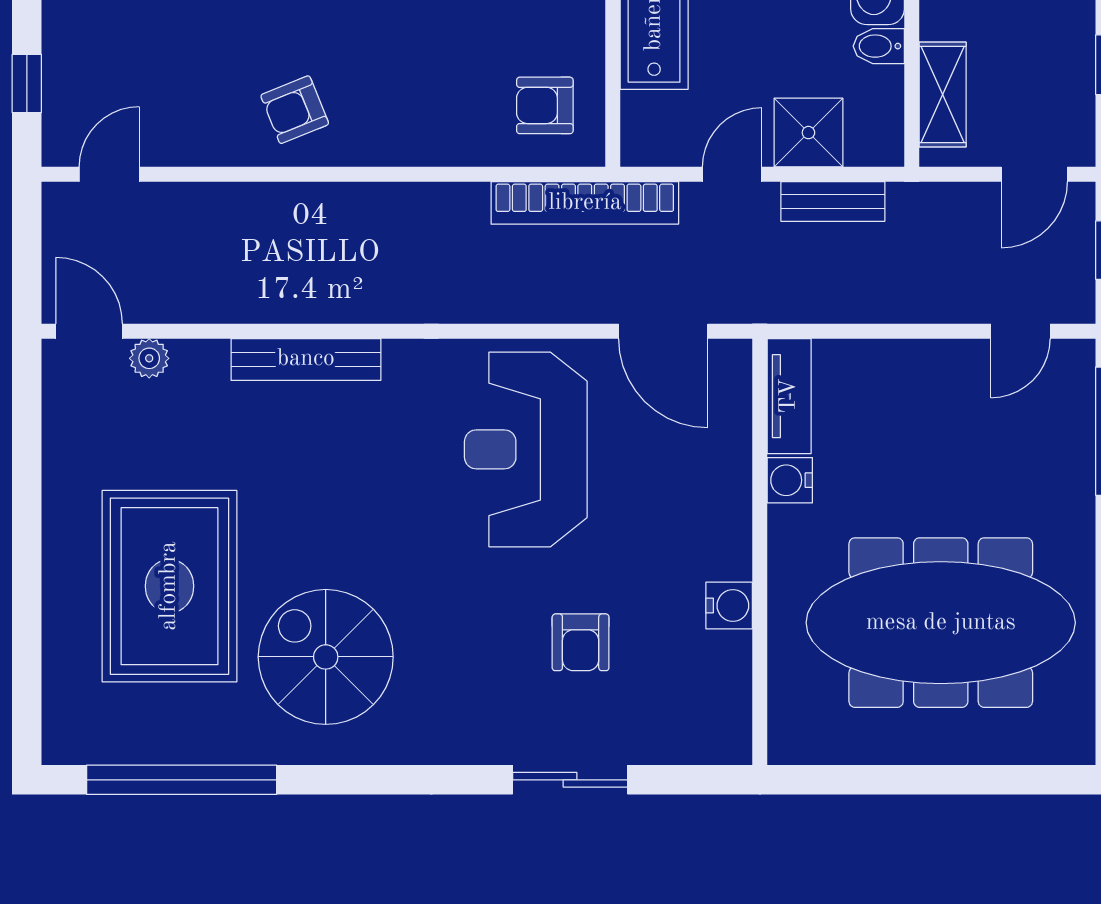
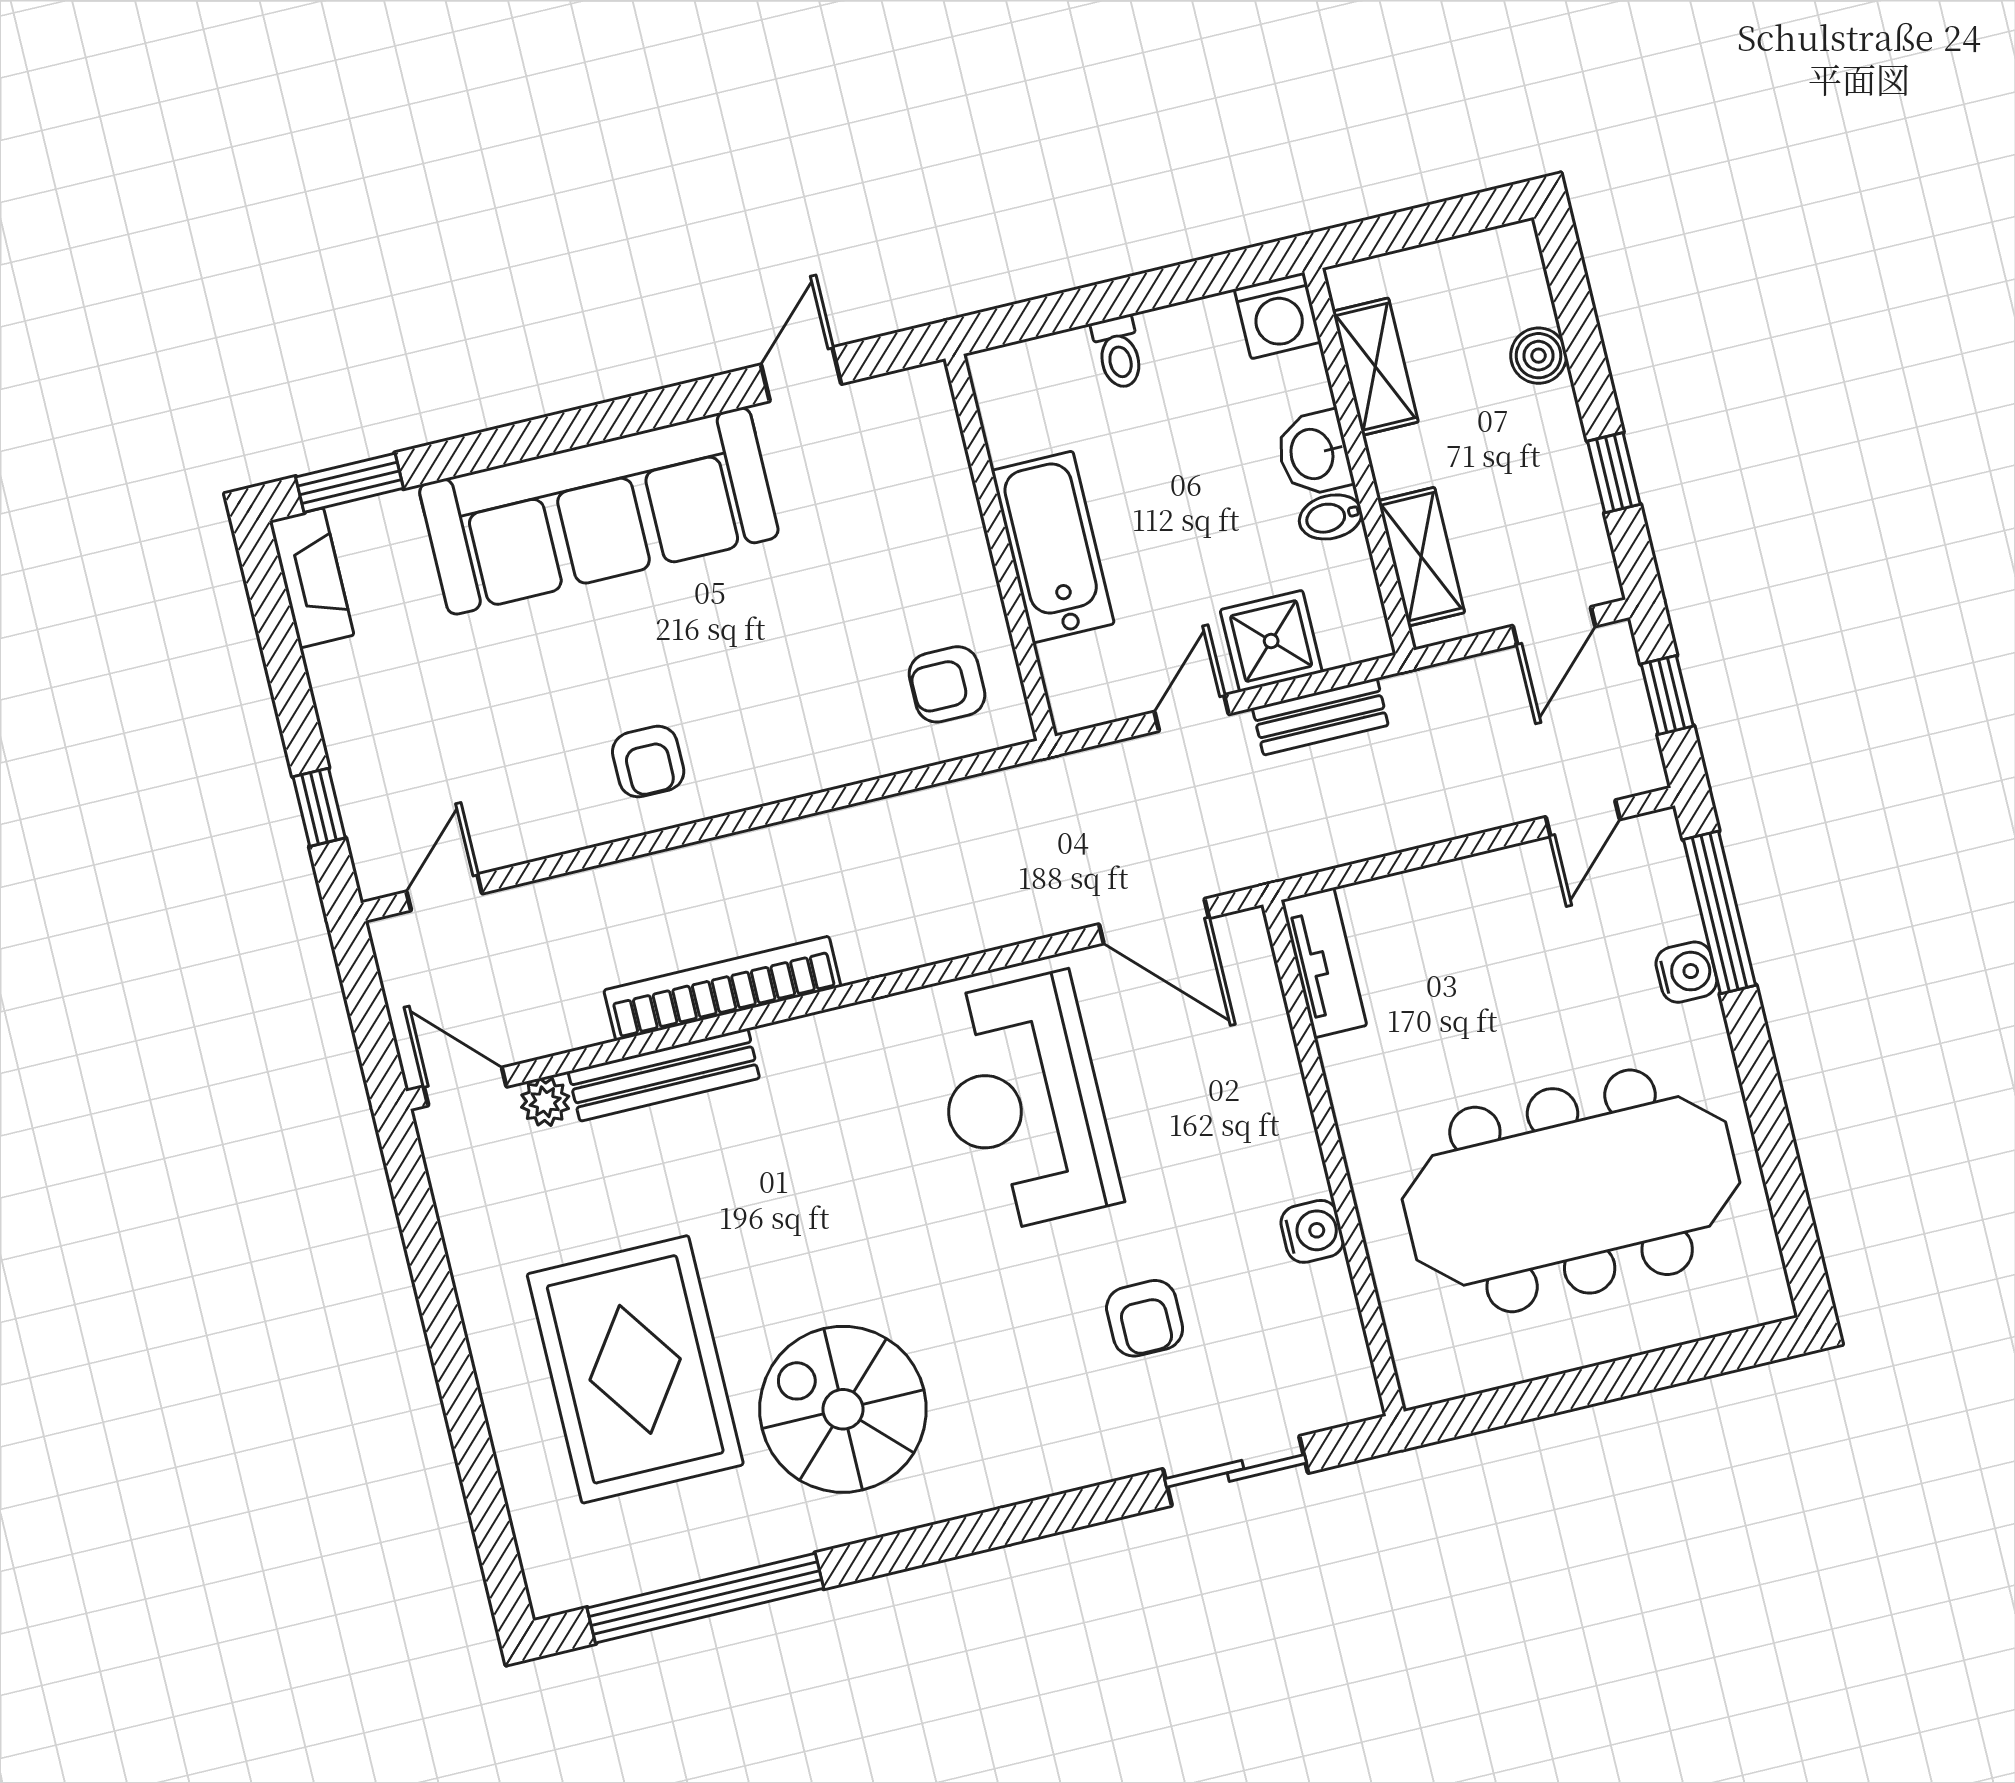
armchair: (295, 110) -> (648, 762), turned -68
bookcase: (585, 203) -> (722, 988), moved, turned 180
bench: (306, 359) -> (664, 1075), moved
water cooler: (790, 480) -> (1686, 972), moved, turned 180
sliding door: (570, 780) -> (1236, 1471), moved

